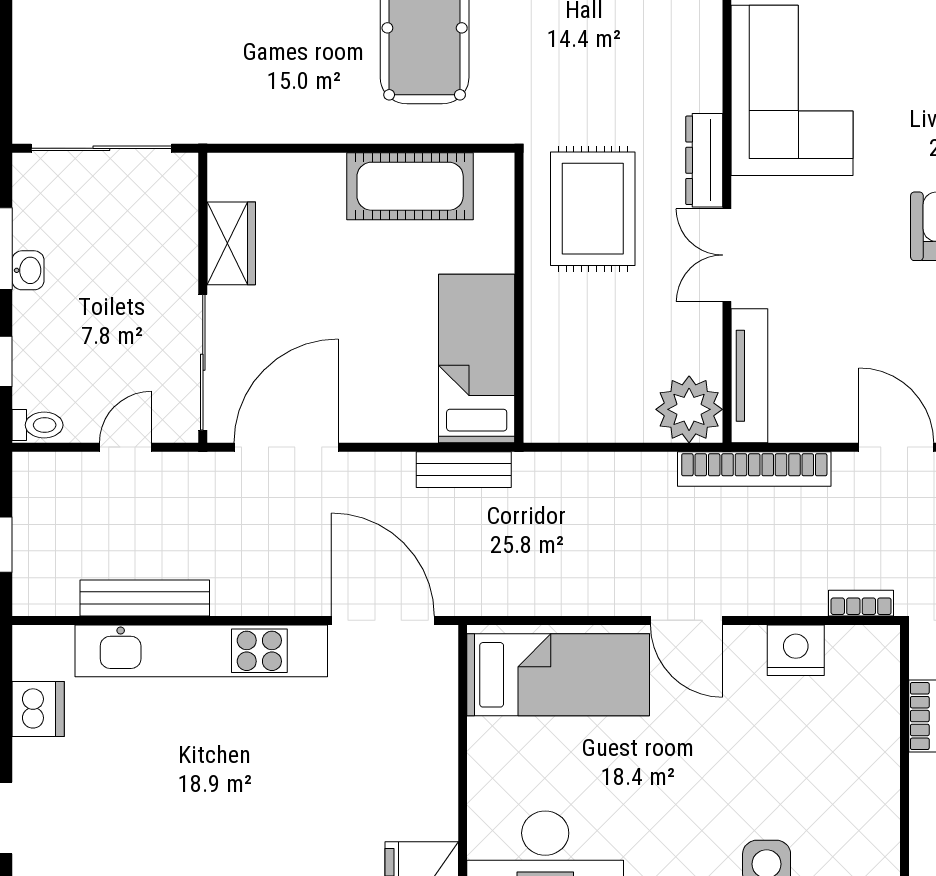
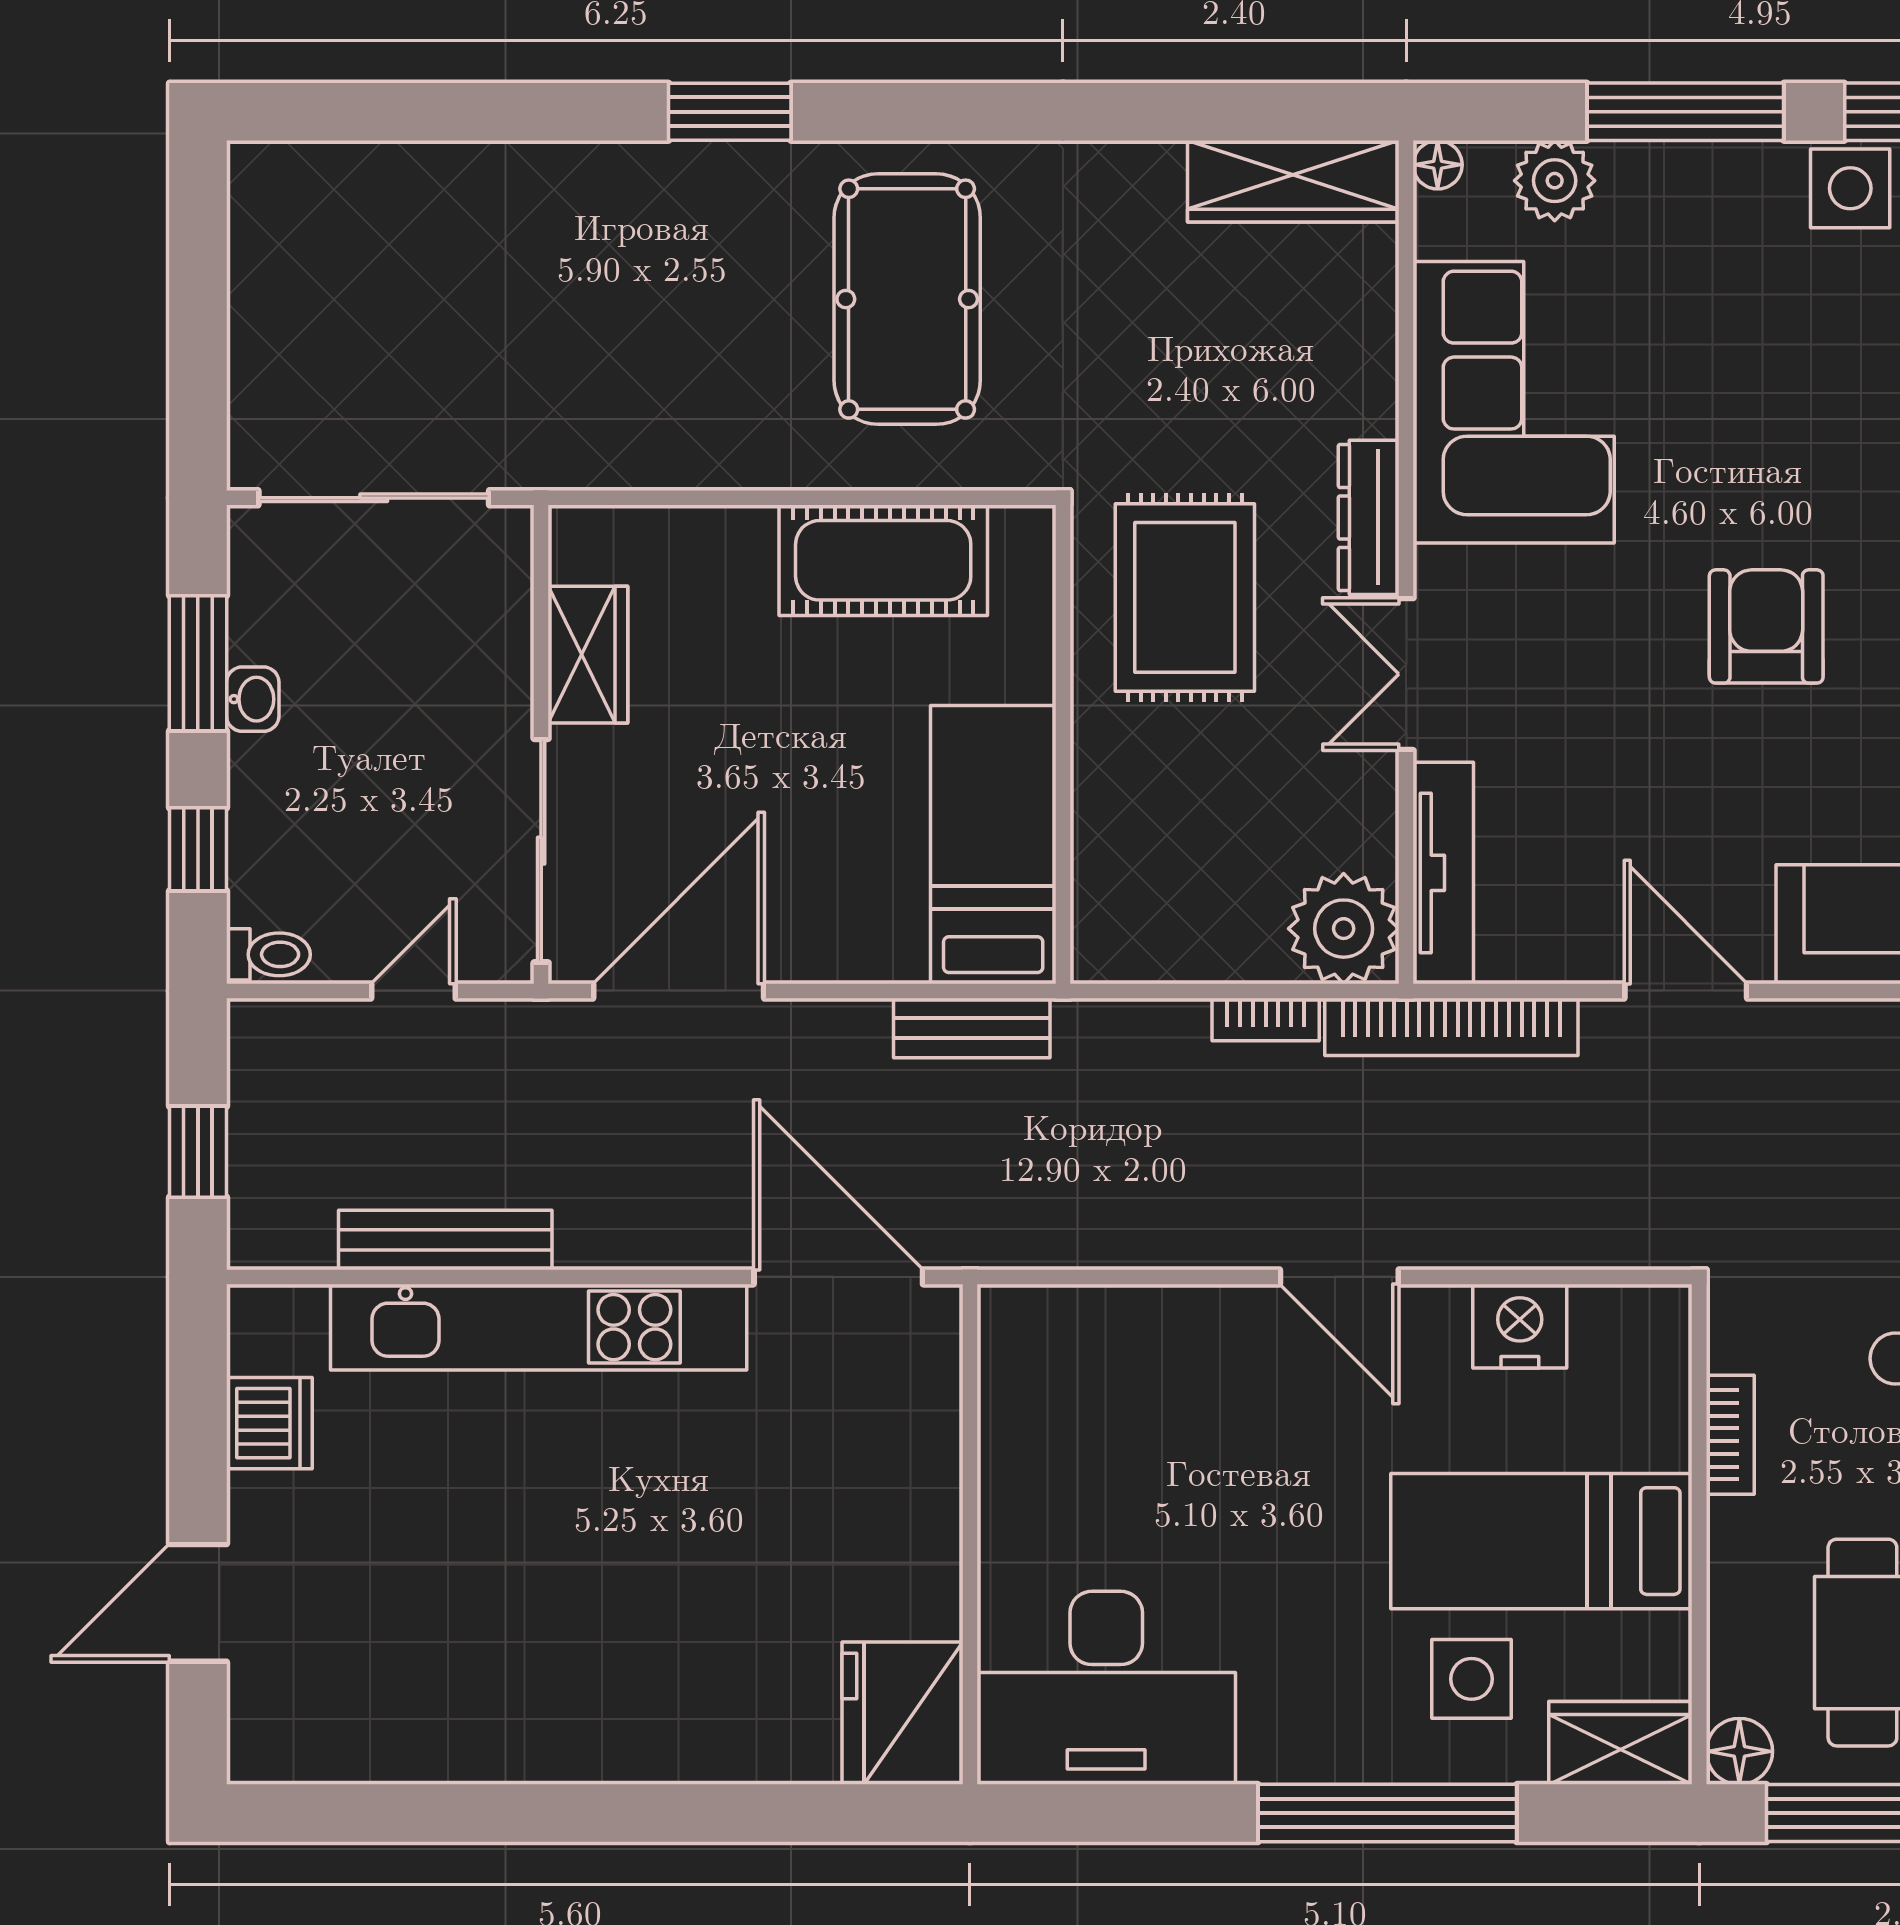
bookcase: (861, 603) -> (1266, 1020), moved, turned 180
bed: (558, 675) -> (1541, 1541), moved, turned 180

